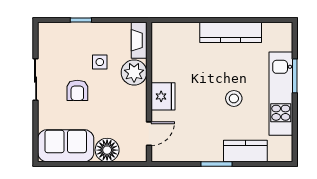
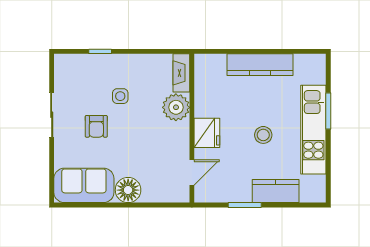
fireplace: (139, 40) -> (181, 73), moved
plant: (134, 73) -> (176, 107), moved
wall: (149, 92) -> (192, 128), moved
fridge: (163, 96) -> (207, 133), moved
door: (149, 134) -> (192, 173), moved

